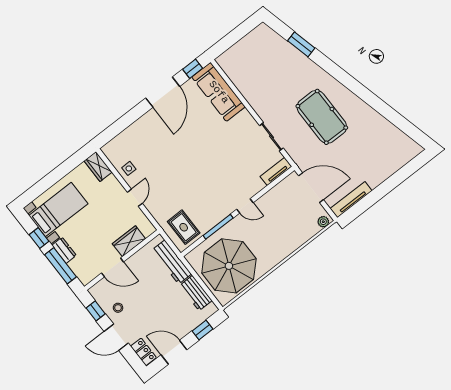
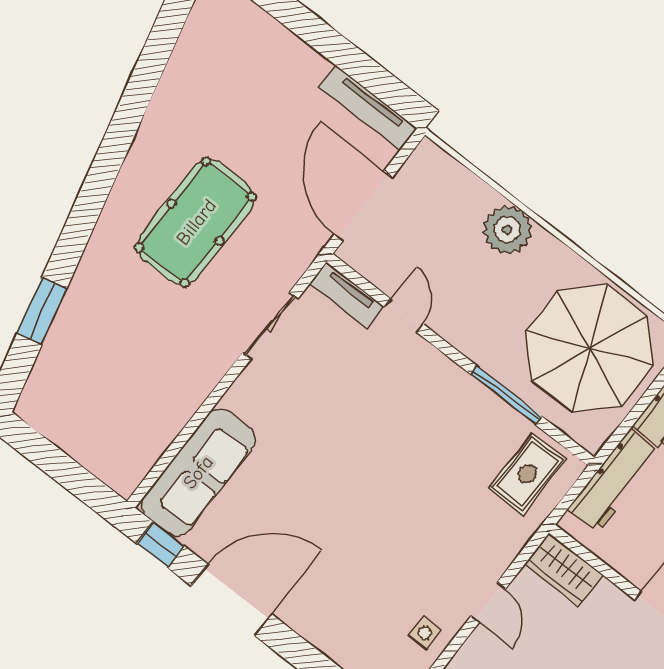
door: (135, 198) -> (488, 602), swing flipped
door: (245, 206) -> (404, 316), moved
plant: (323, 222) -> (507, 230), moved, width x1.87, depth x1.87
wardrobe: (129, 241) -> (564, 570), moved

